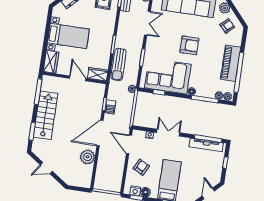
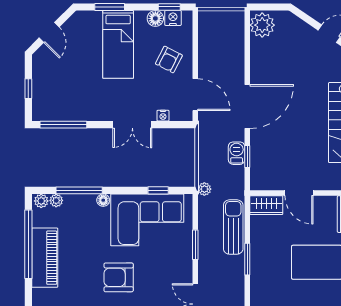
tv unit: (206, 145) -> (65, 113), removed
plant: (88, 157) -> (262, 25), moved

